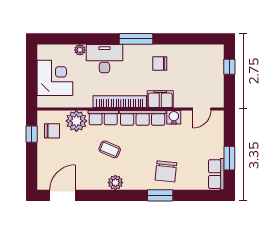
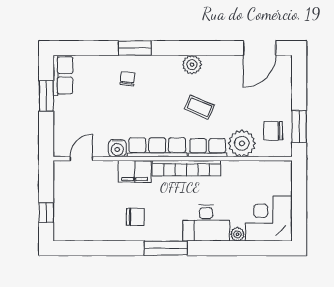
corner desk: (55, 78) -> (268, 218), moved, turned 90
window: (32, 134) -> (299, 127), width x1.50
chair: (166, 171) -> (127, 79), width x0.54, depth x0.54

